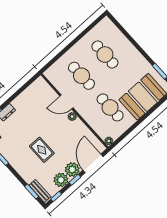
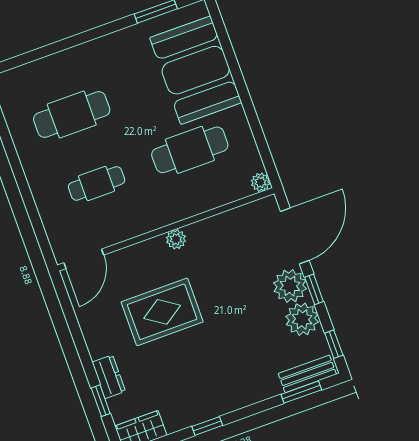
cafe table: (81, 76) -> (97, 183), width x0.73, depth x0.74
door: (66, 102) -> (84, 259), moved
rug: (42, 150) -> (162, 312), moved, width x1.36, depth x1.43
door: (93, 163) -> (295, 236), swing flipped

